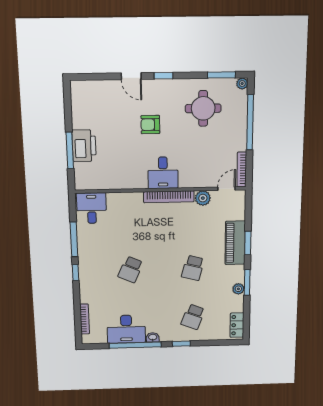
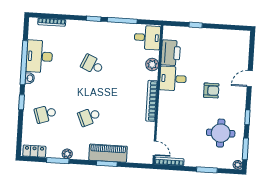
window: (163, 76) -> (247, 117), moved
window: (250, 122) -> (207, 170), width x0.47
armchair: (150, 125) -> (211, 90), turned 90
printer: (84, 146) -> (171, 53), moved, turned -90
window: (70, 151) -> (196, 25), width x0.46
desk: (163, 173) -> (173, 79), moved
plant: (203, 198) -> (152, 65), moved
school desk: (193, 268) -> (89, 117), turned -39
window: (247, 282) -> (58, 161), moved
school desk: (193, 317) -> (45, 114), turned -39

